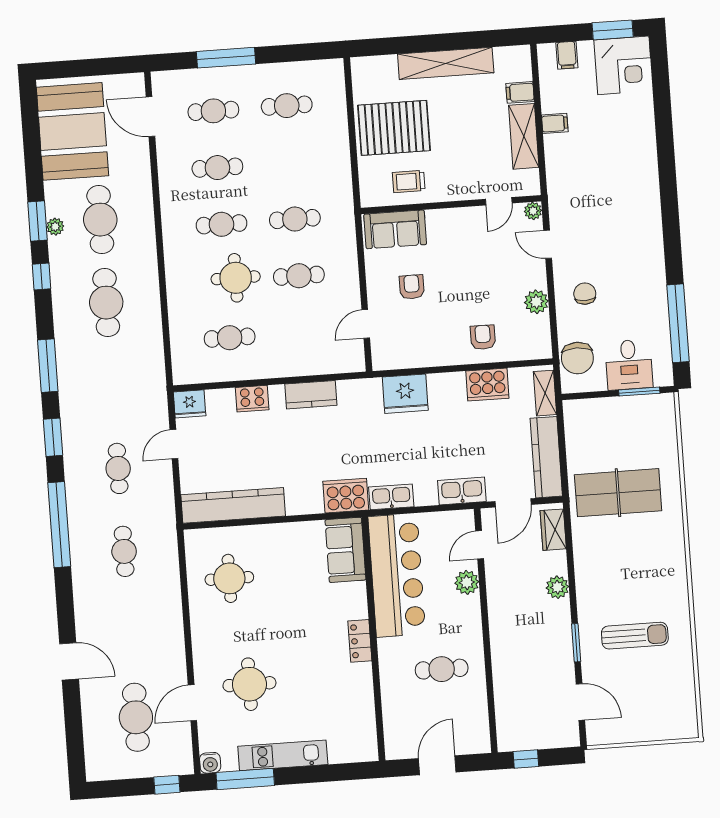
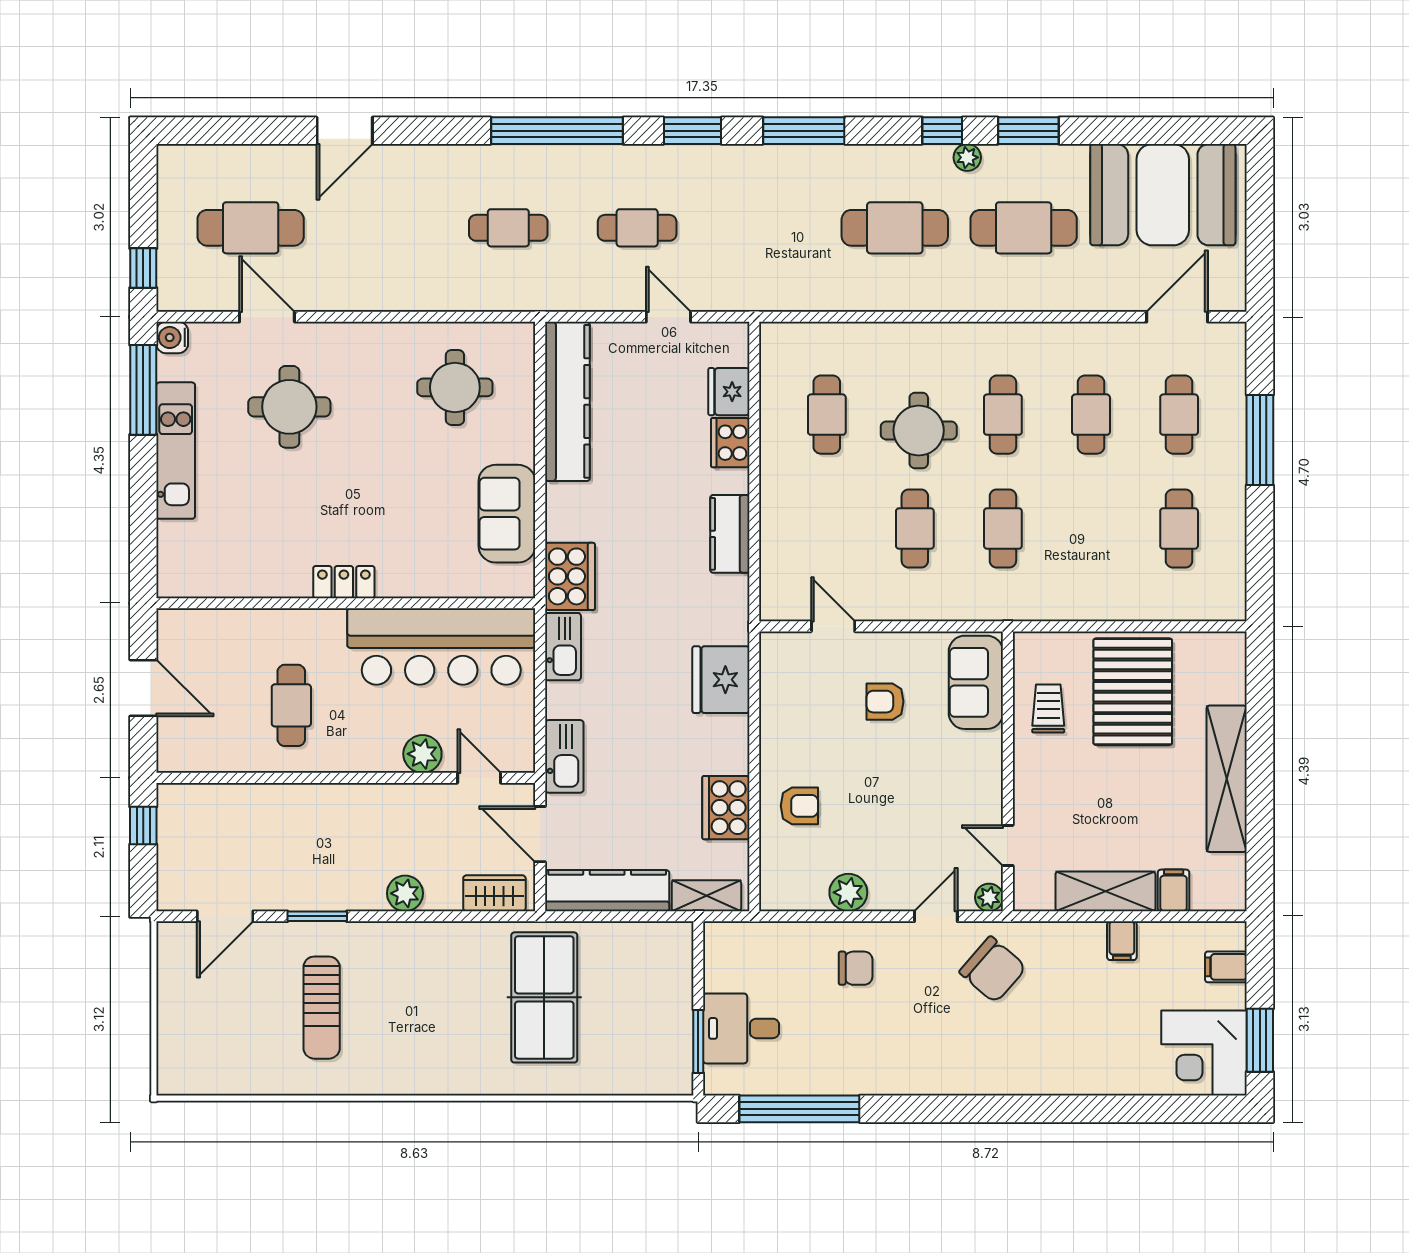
plant: (55, 227) -> (967, 157), moved
armchair: (412, 287) -> (885, 702), turned 180
chair: (577, 358) -> (993, 970), moved, turned -139
fridge: (190, 404) -> (729, 392), moved
sofa: (345, 550) -> (507, 514), moved, turned -90

